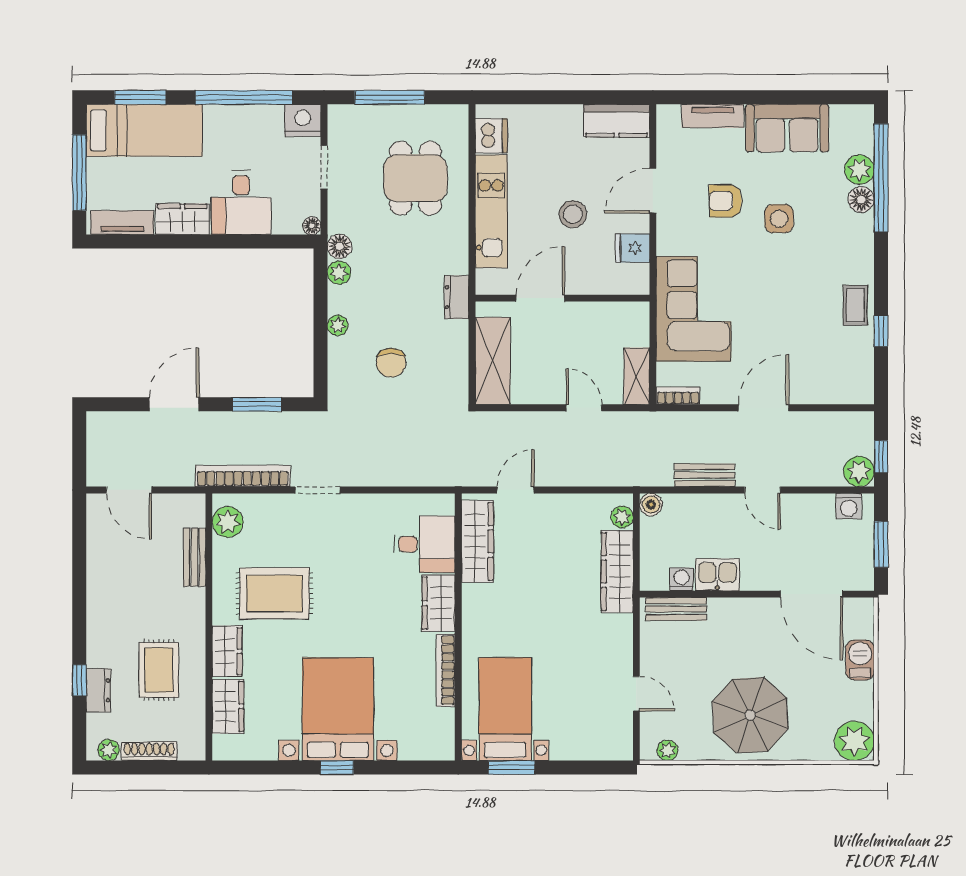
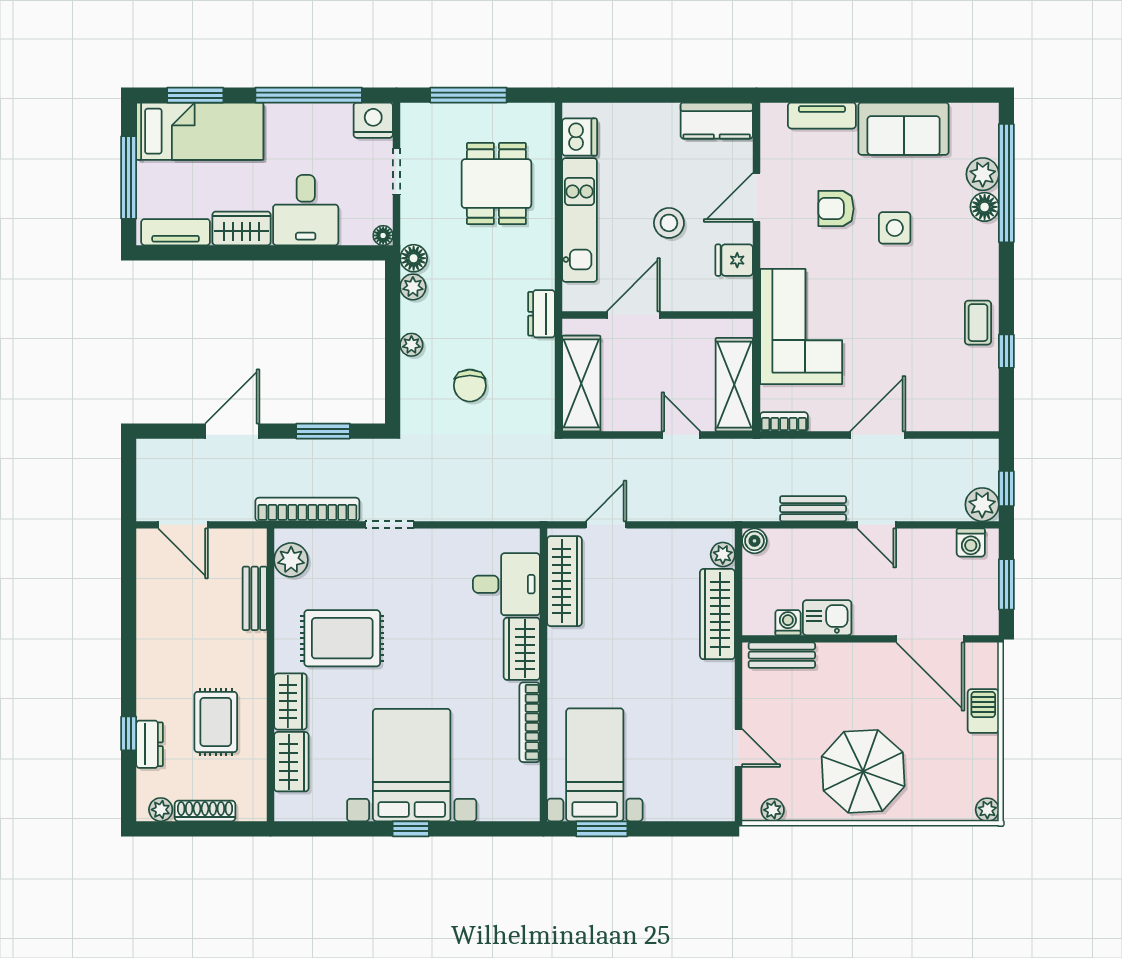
shelving: (637, 376) -> (734, 385), width x1.50, depth x1.33
plant: (854, 741) -> (987, 810), width x0.53, depth x0.53

